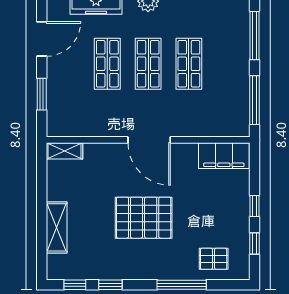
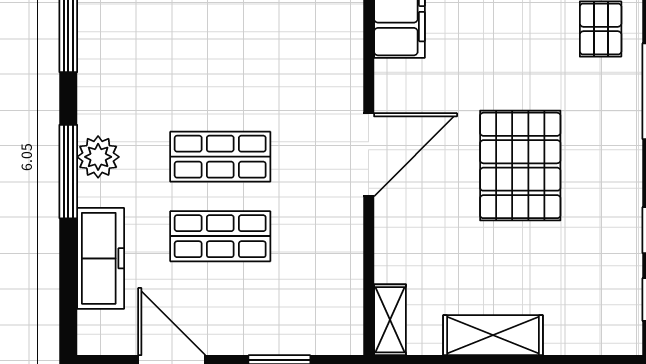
shop shelf: (189, 64) -> (220, 77), removed
shelving: (57, 227) -> (493, 335), moved

